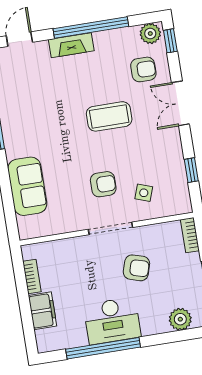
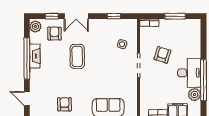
window: (170, 41) -> (52, 16), moved
fireplace: (71, 45) -> (35, 56), moved
armchair: (103, 184) -> (65, 104), moved
plant: (180, 319) -> (194, 95), moved

